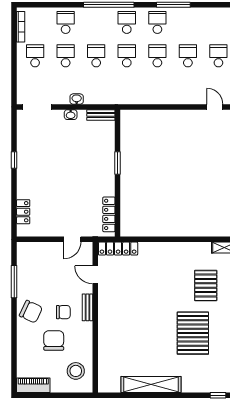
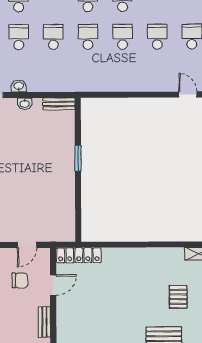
washbasin: (77, 99) -> (19, 86), moved
locker: (109, 214) -> (68, 217), removed
door: (95, 275) -> (53, 285), swing flipped
pallet: (206, 286) -> (178, 297), width x0.67, depth x0.71
chair: (63, 312) -> (20, 280), moved

